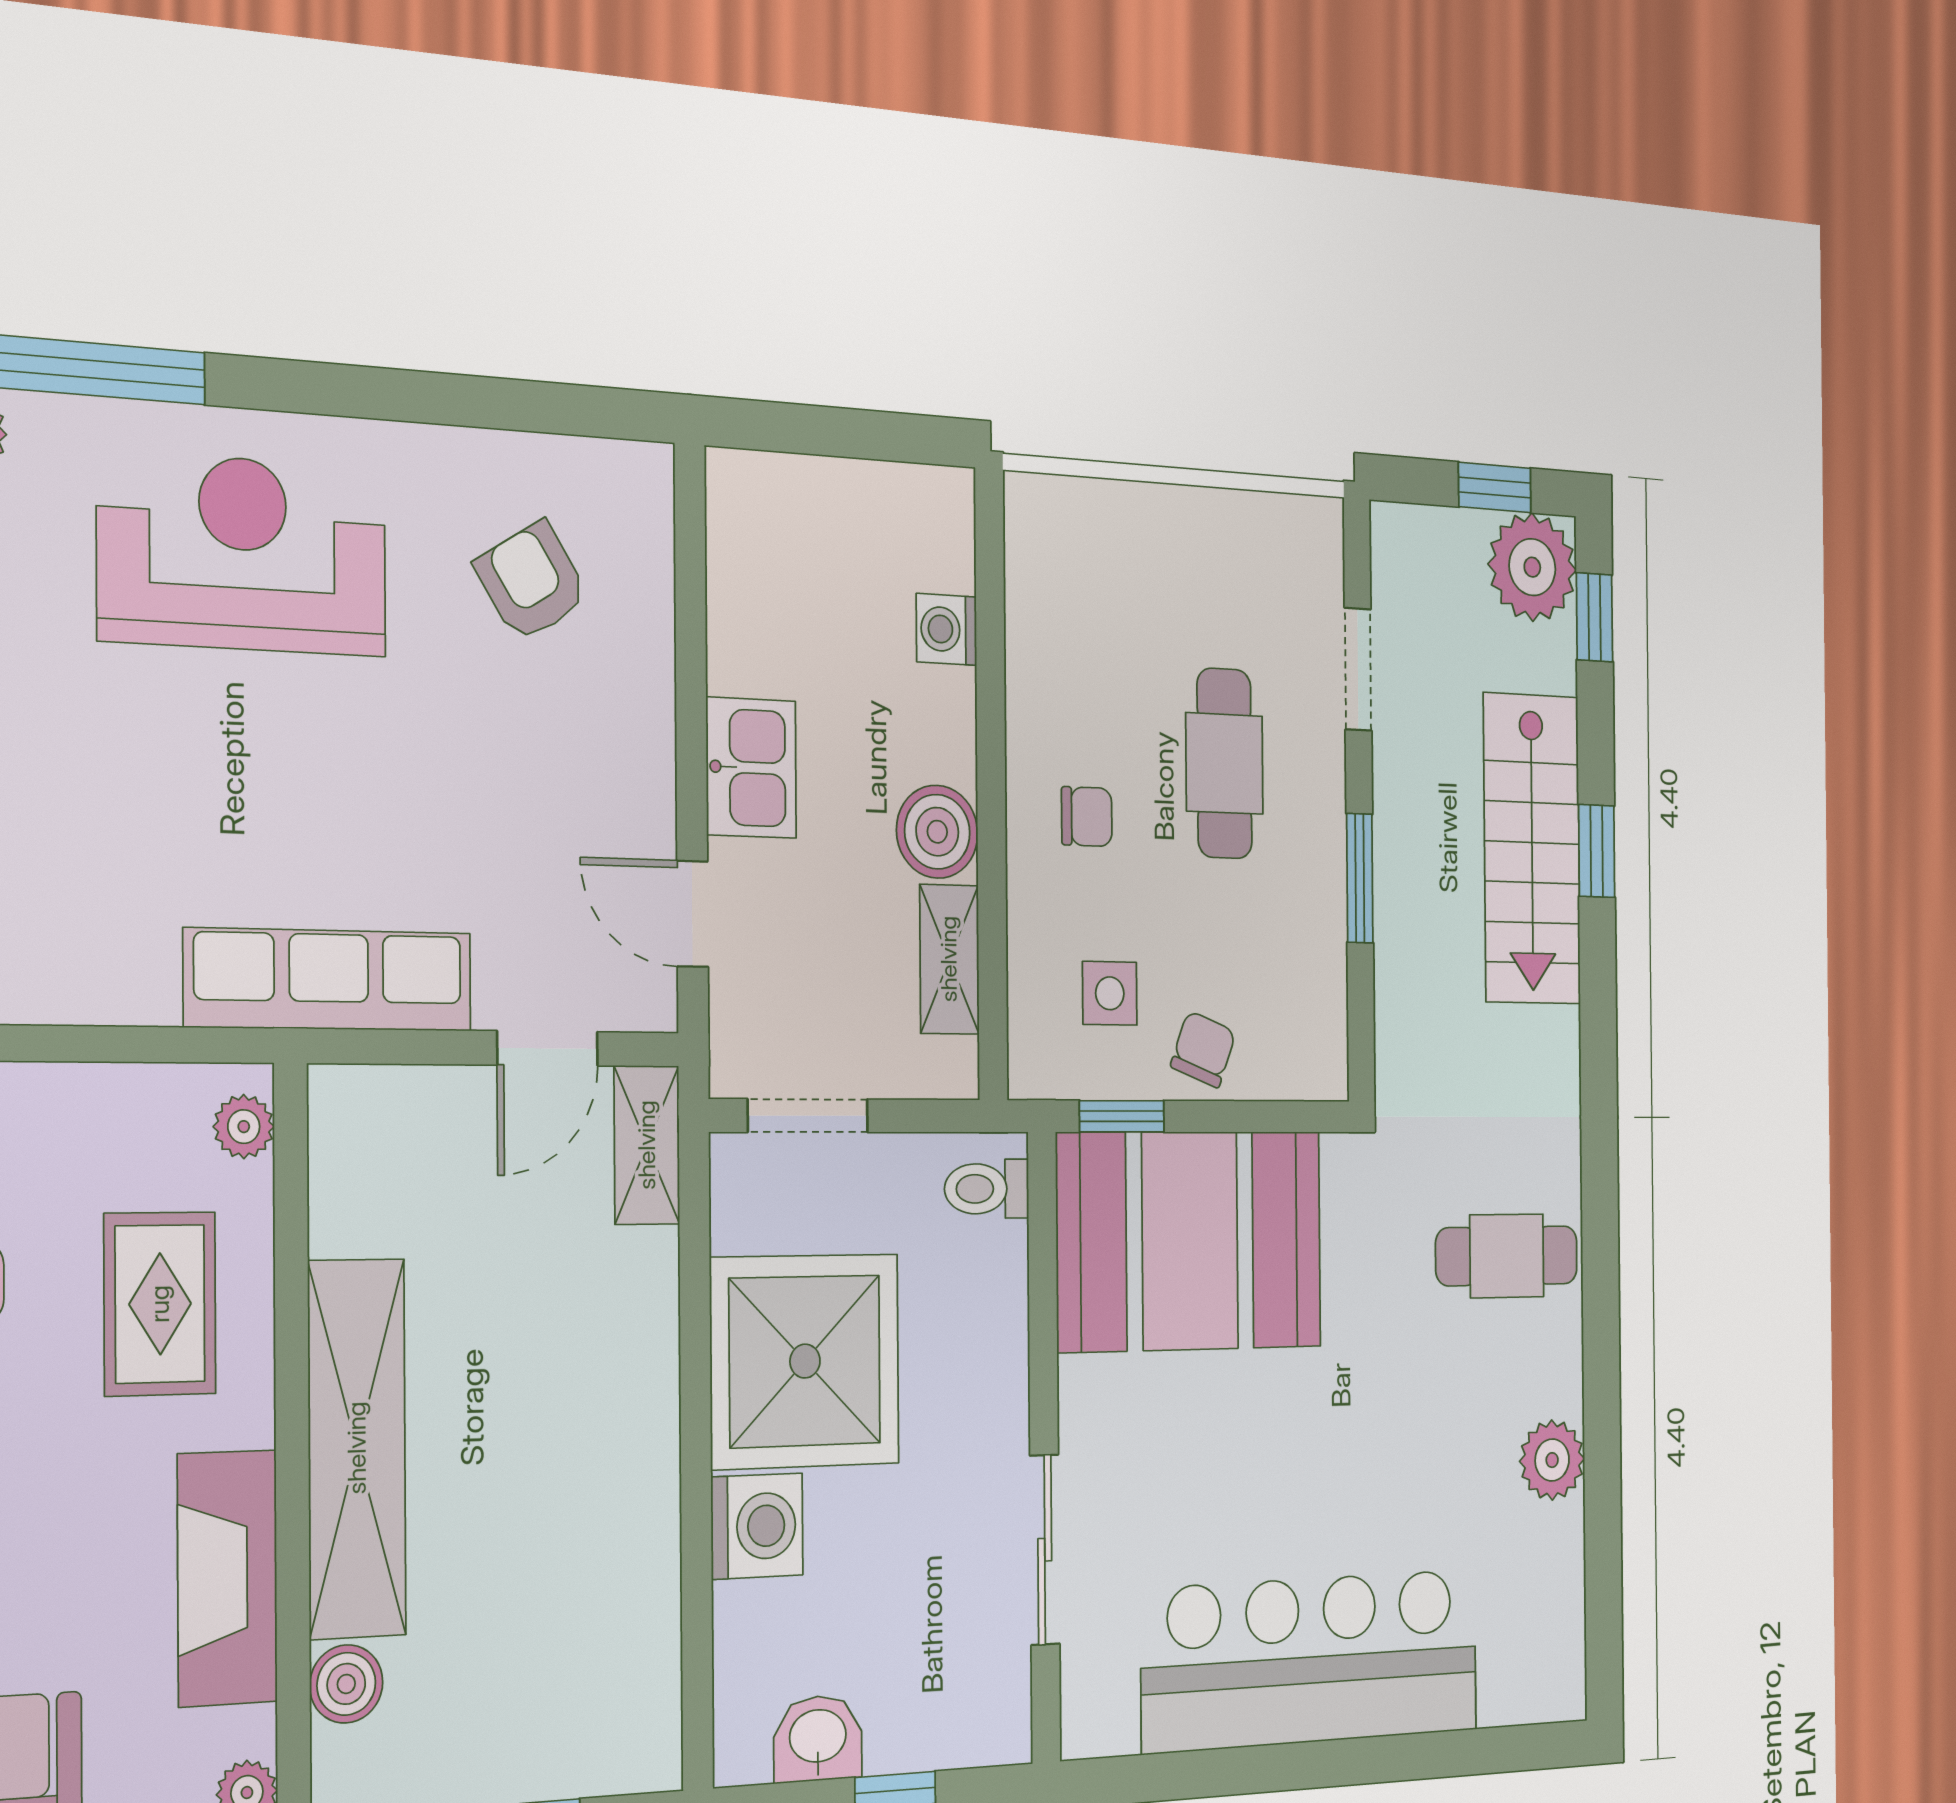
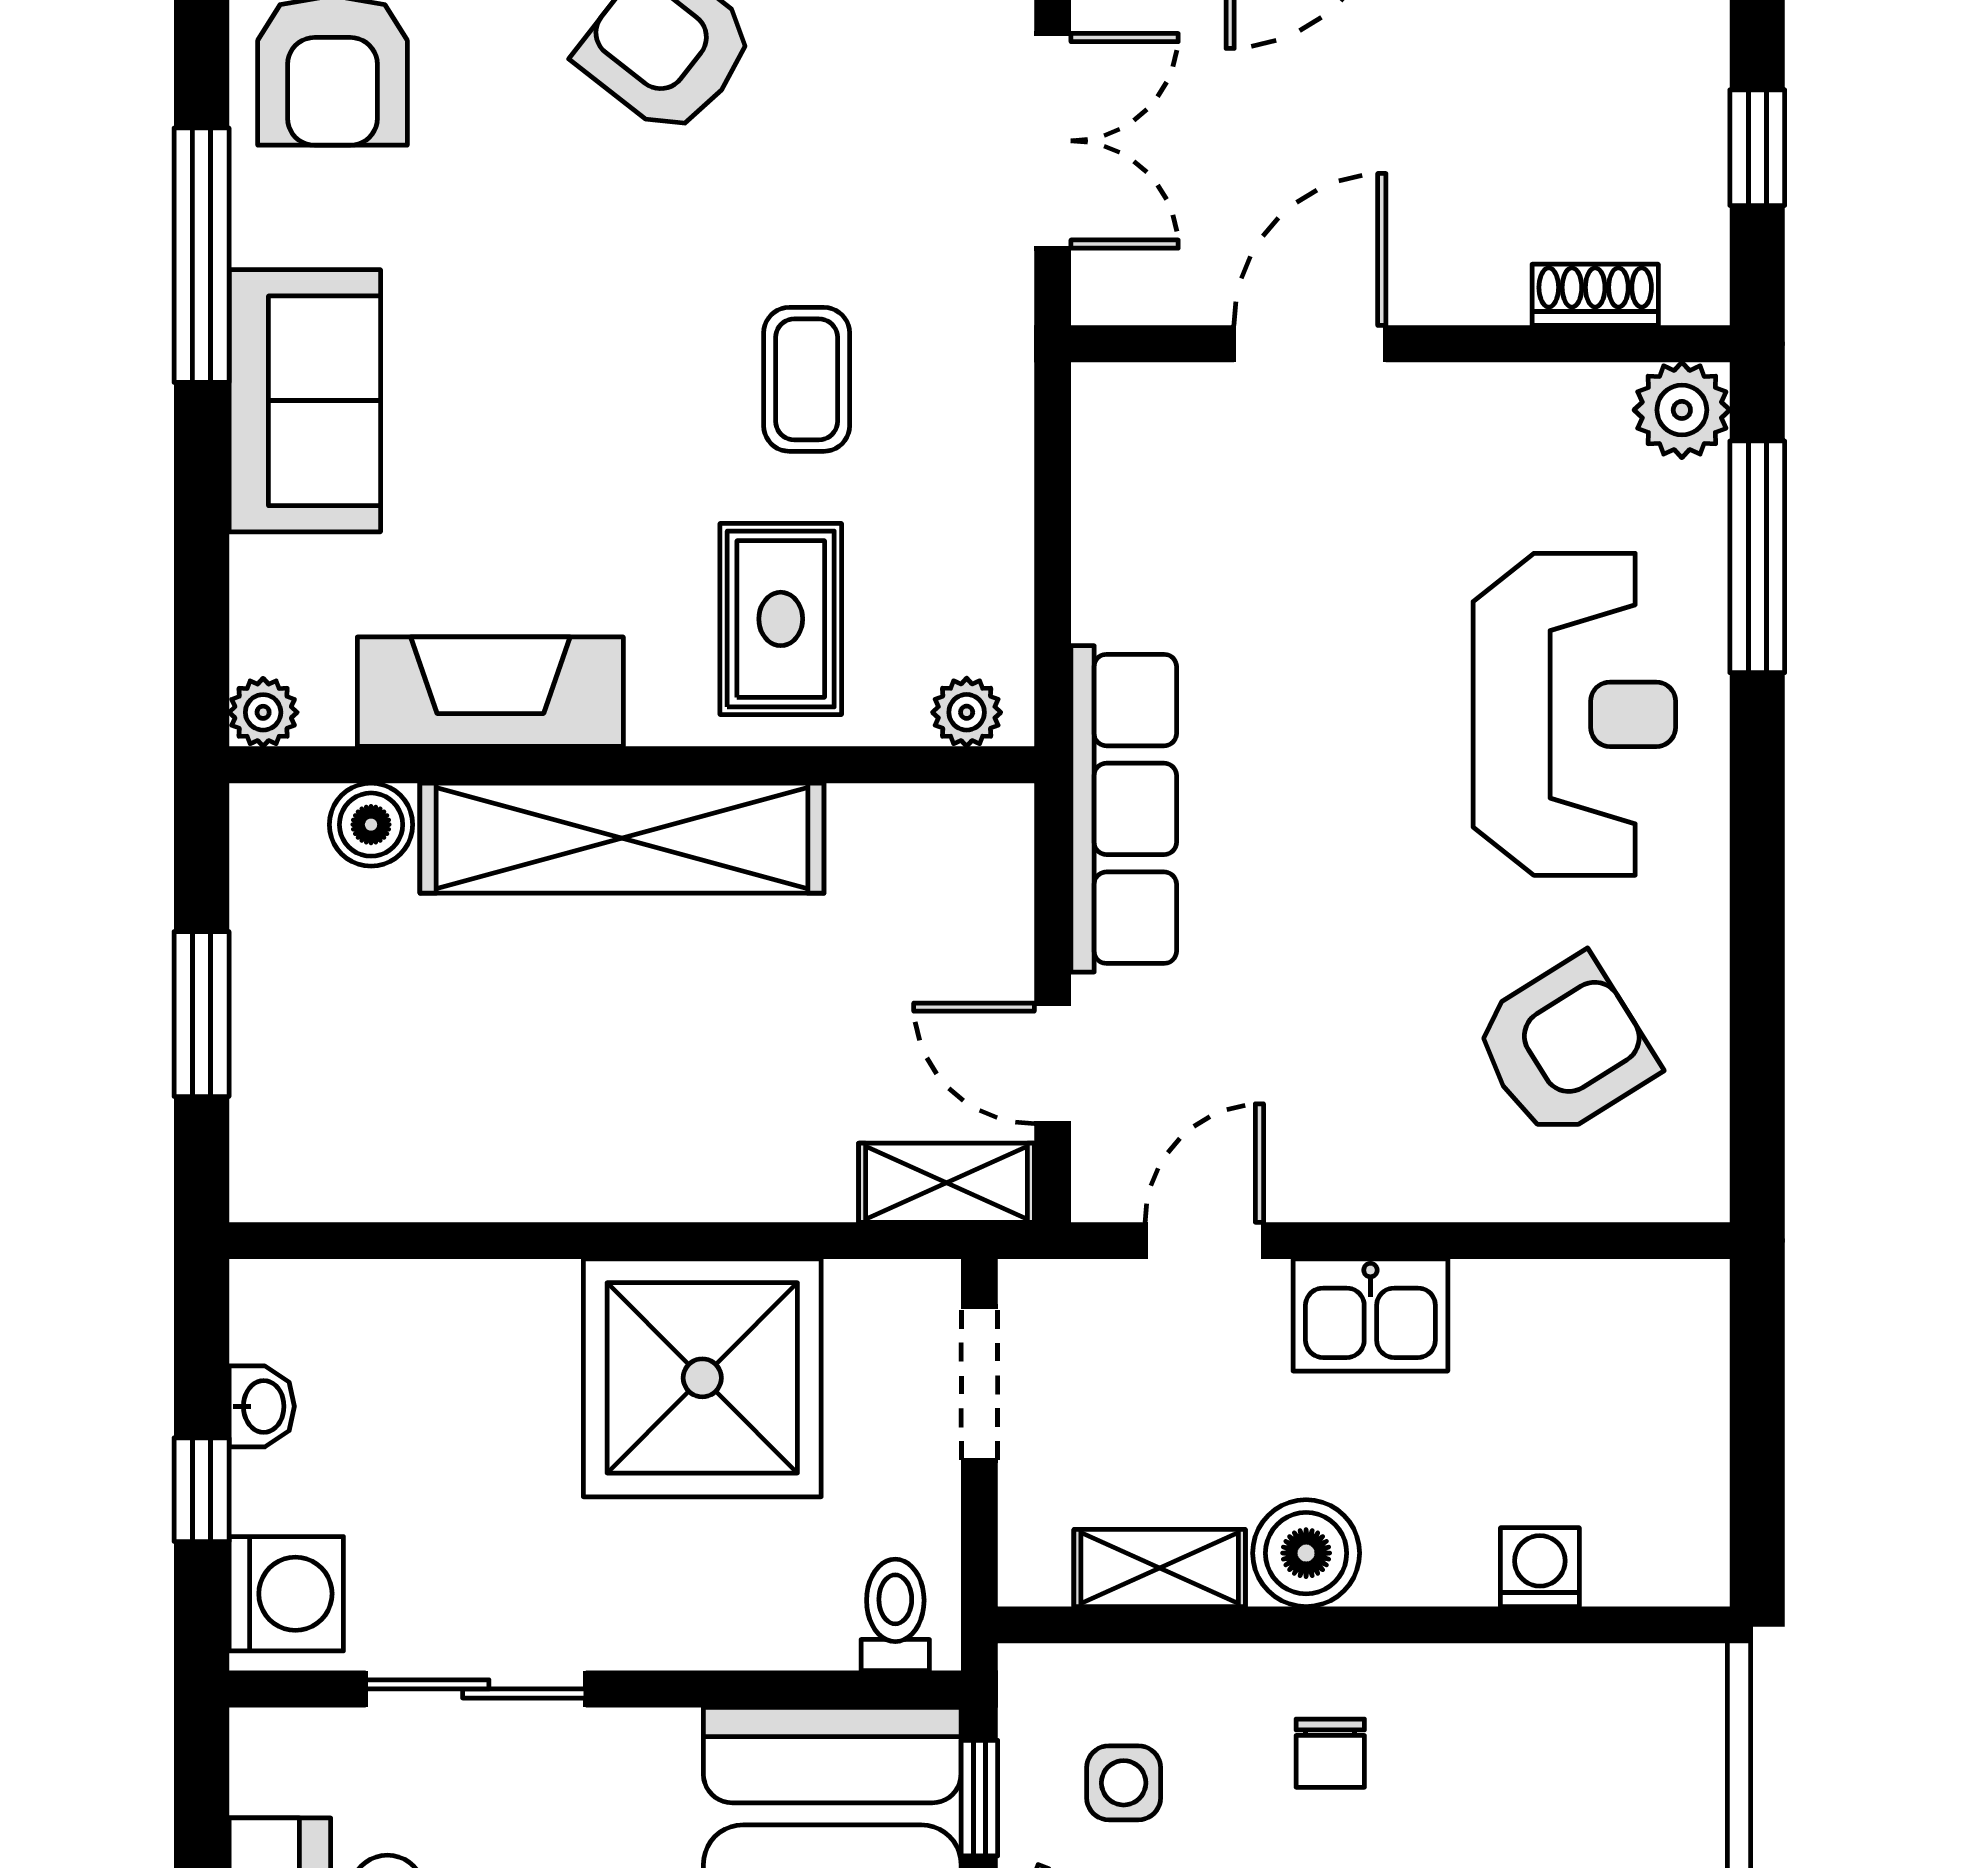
armchair: (532, 581) -> (1565, 1048), width x1.38, depth x1.38
rug: (160, 1304) -> (781, 619), turned 90
washing machine: (757, 1526) -> (286, 1594), moved, turned -90
washbasin: (818, 1738) -> (262, 1406), width x0.72, depth x0.69

